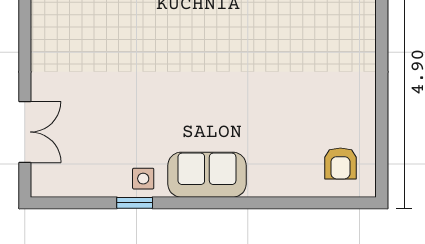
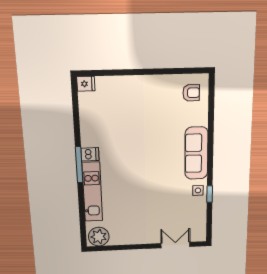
sofa: (207, 175) -> (196, 153), width x1.36

